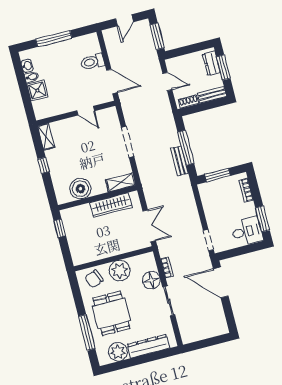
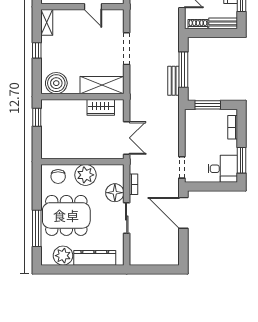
shelving: (121, 182) -> (102, 85), width x1.50, depth x1.33
boiler: (80, 189) -> (56, 83), moved
wardrobe: (111, 205) -> (101, 107), width x0.67
chair: (94, 279) -> (58, 176), turned -69
dining table: (111, 313) -> (66, 215), width x1.37

